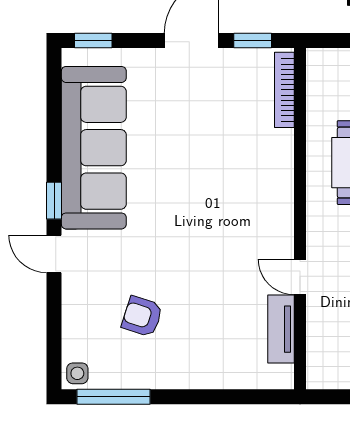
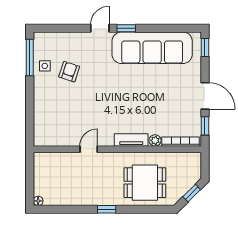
plant: (282, 142) -> (155, 140), added
tv unit: (281, 329) -> (131, 140), moved
side table: (77, 373) -> (45, 66), moved

